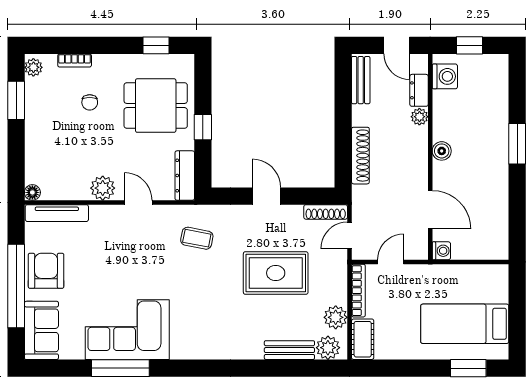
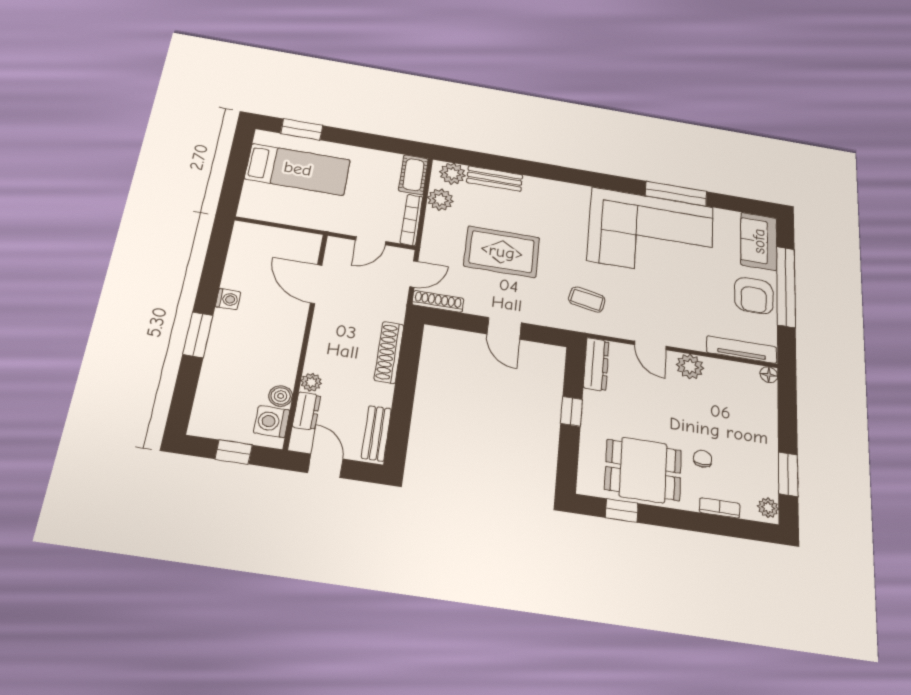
dining table: (156, 106) -> (643, 470), moved
boiler: (442, 151) -> (281, 396), moved
washing machine: (441, 251) -> (228, 299), moved, turned 180
corner sofa: (127, 330) -> (651, 234), width x1.36, depth x1.36

